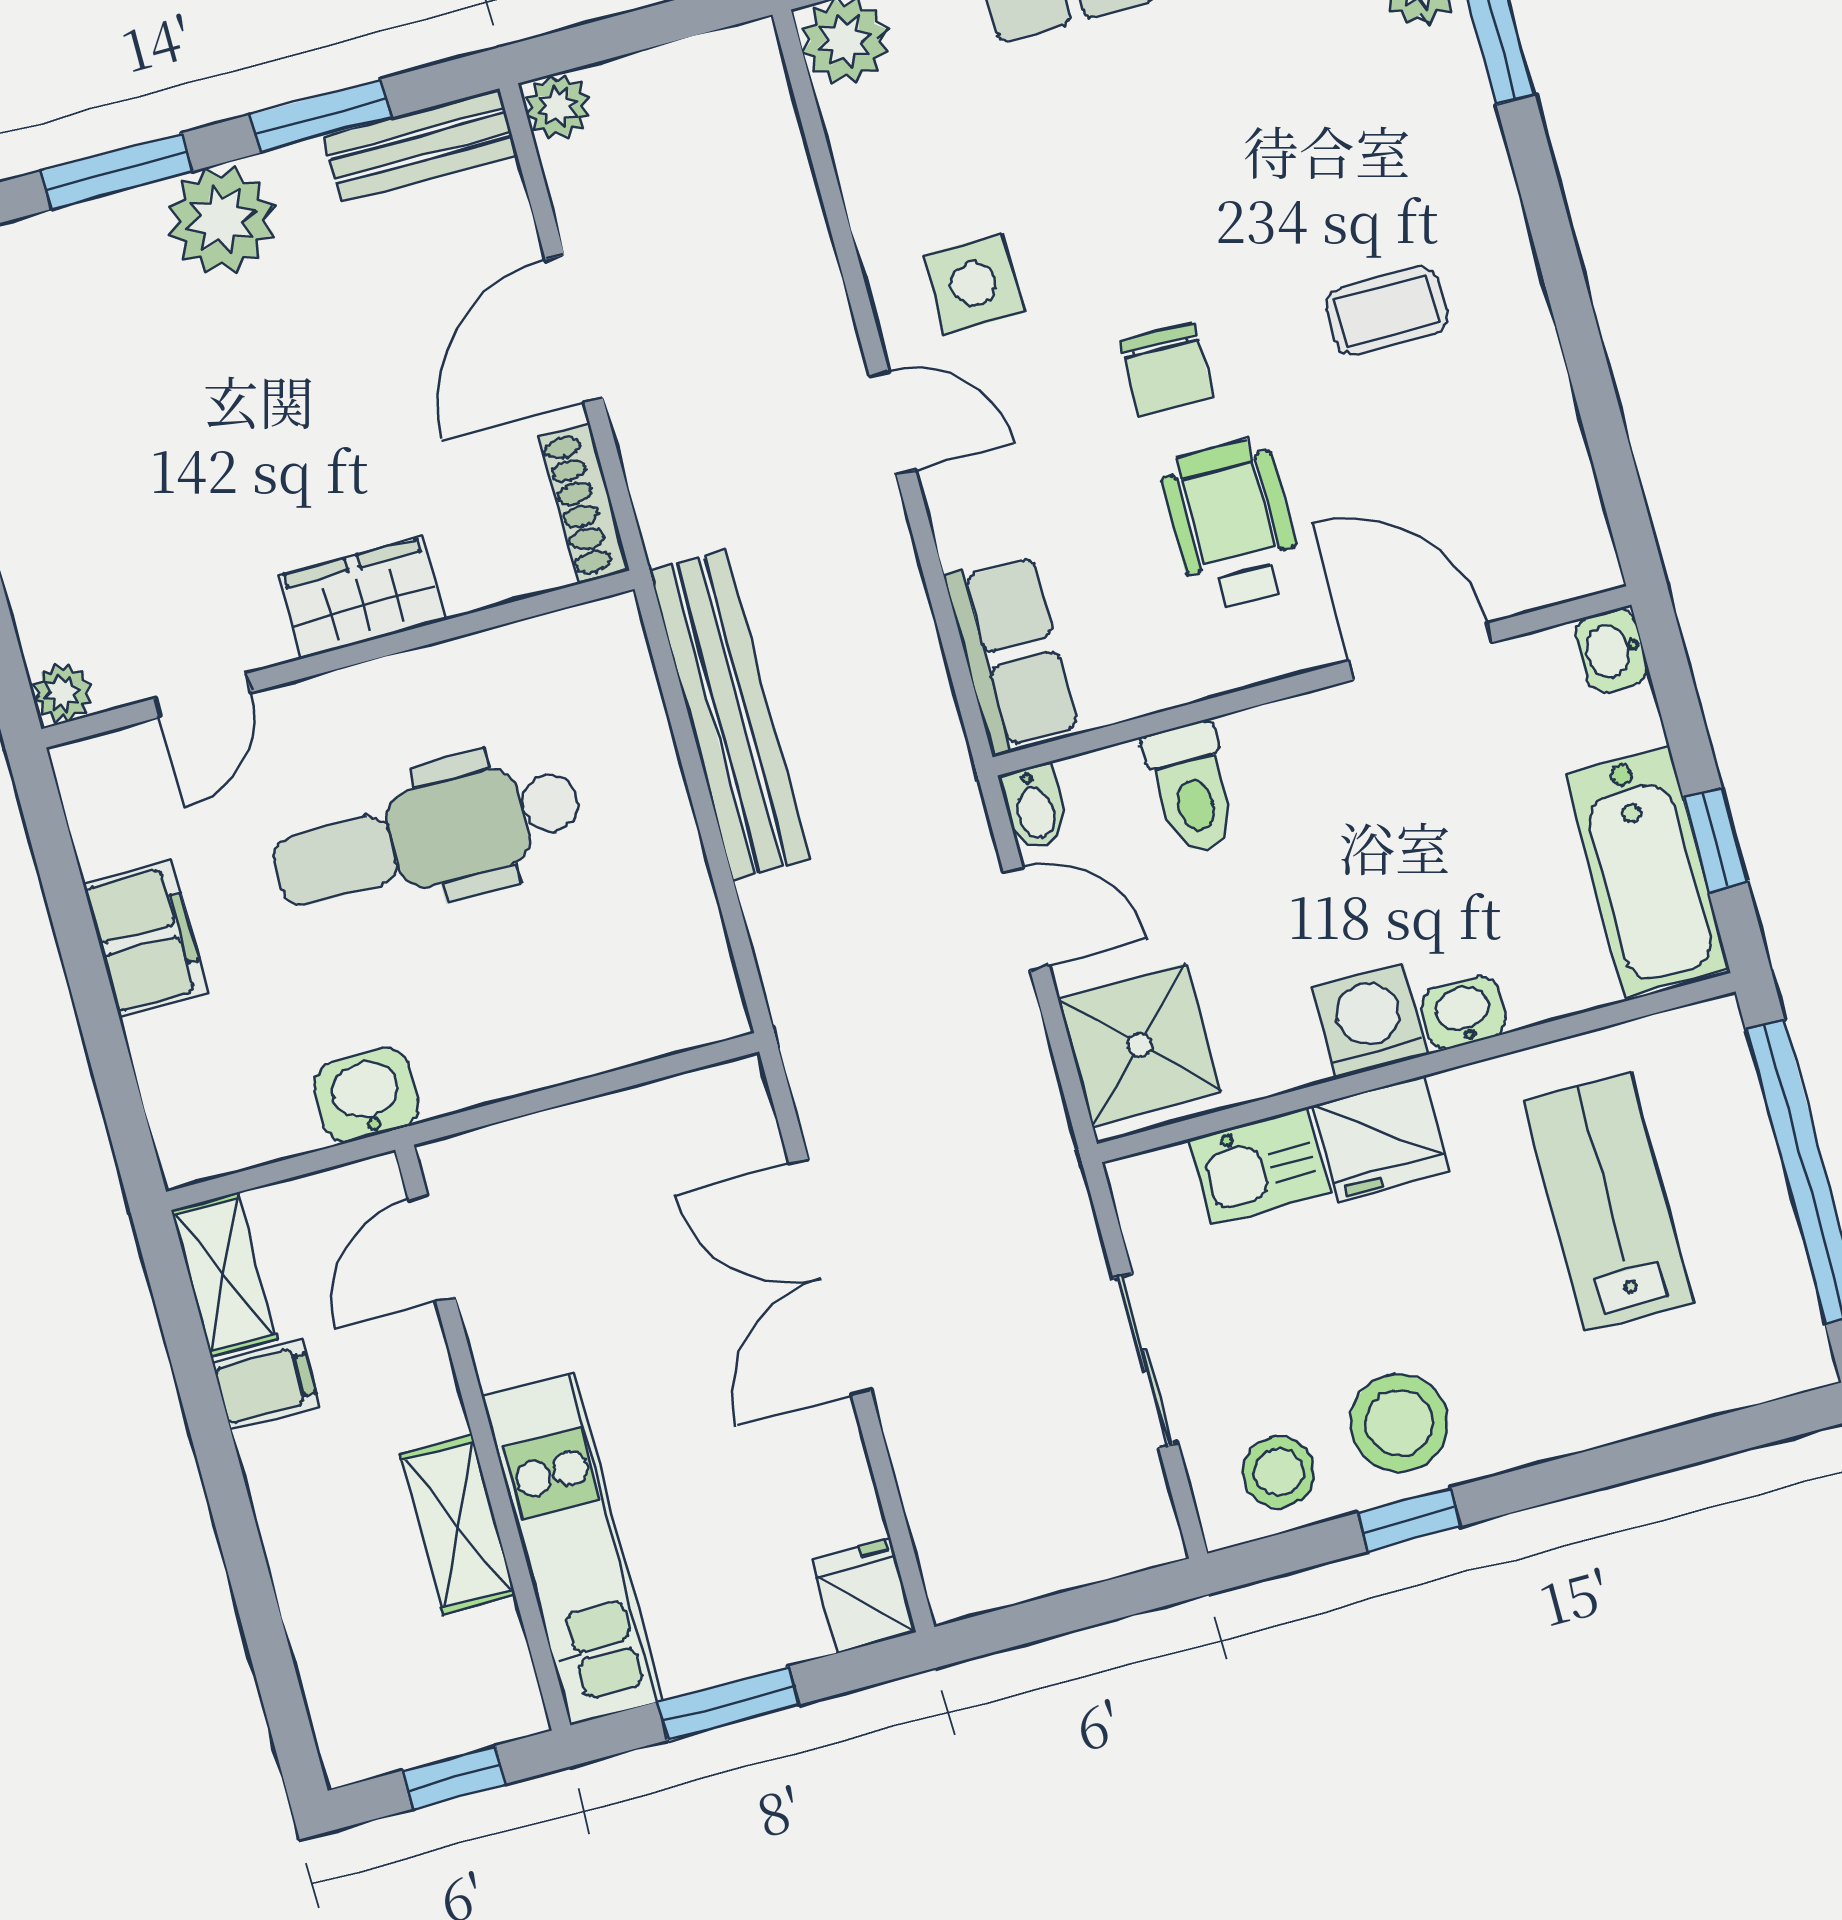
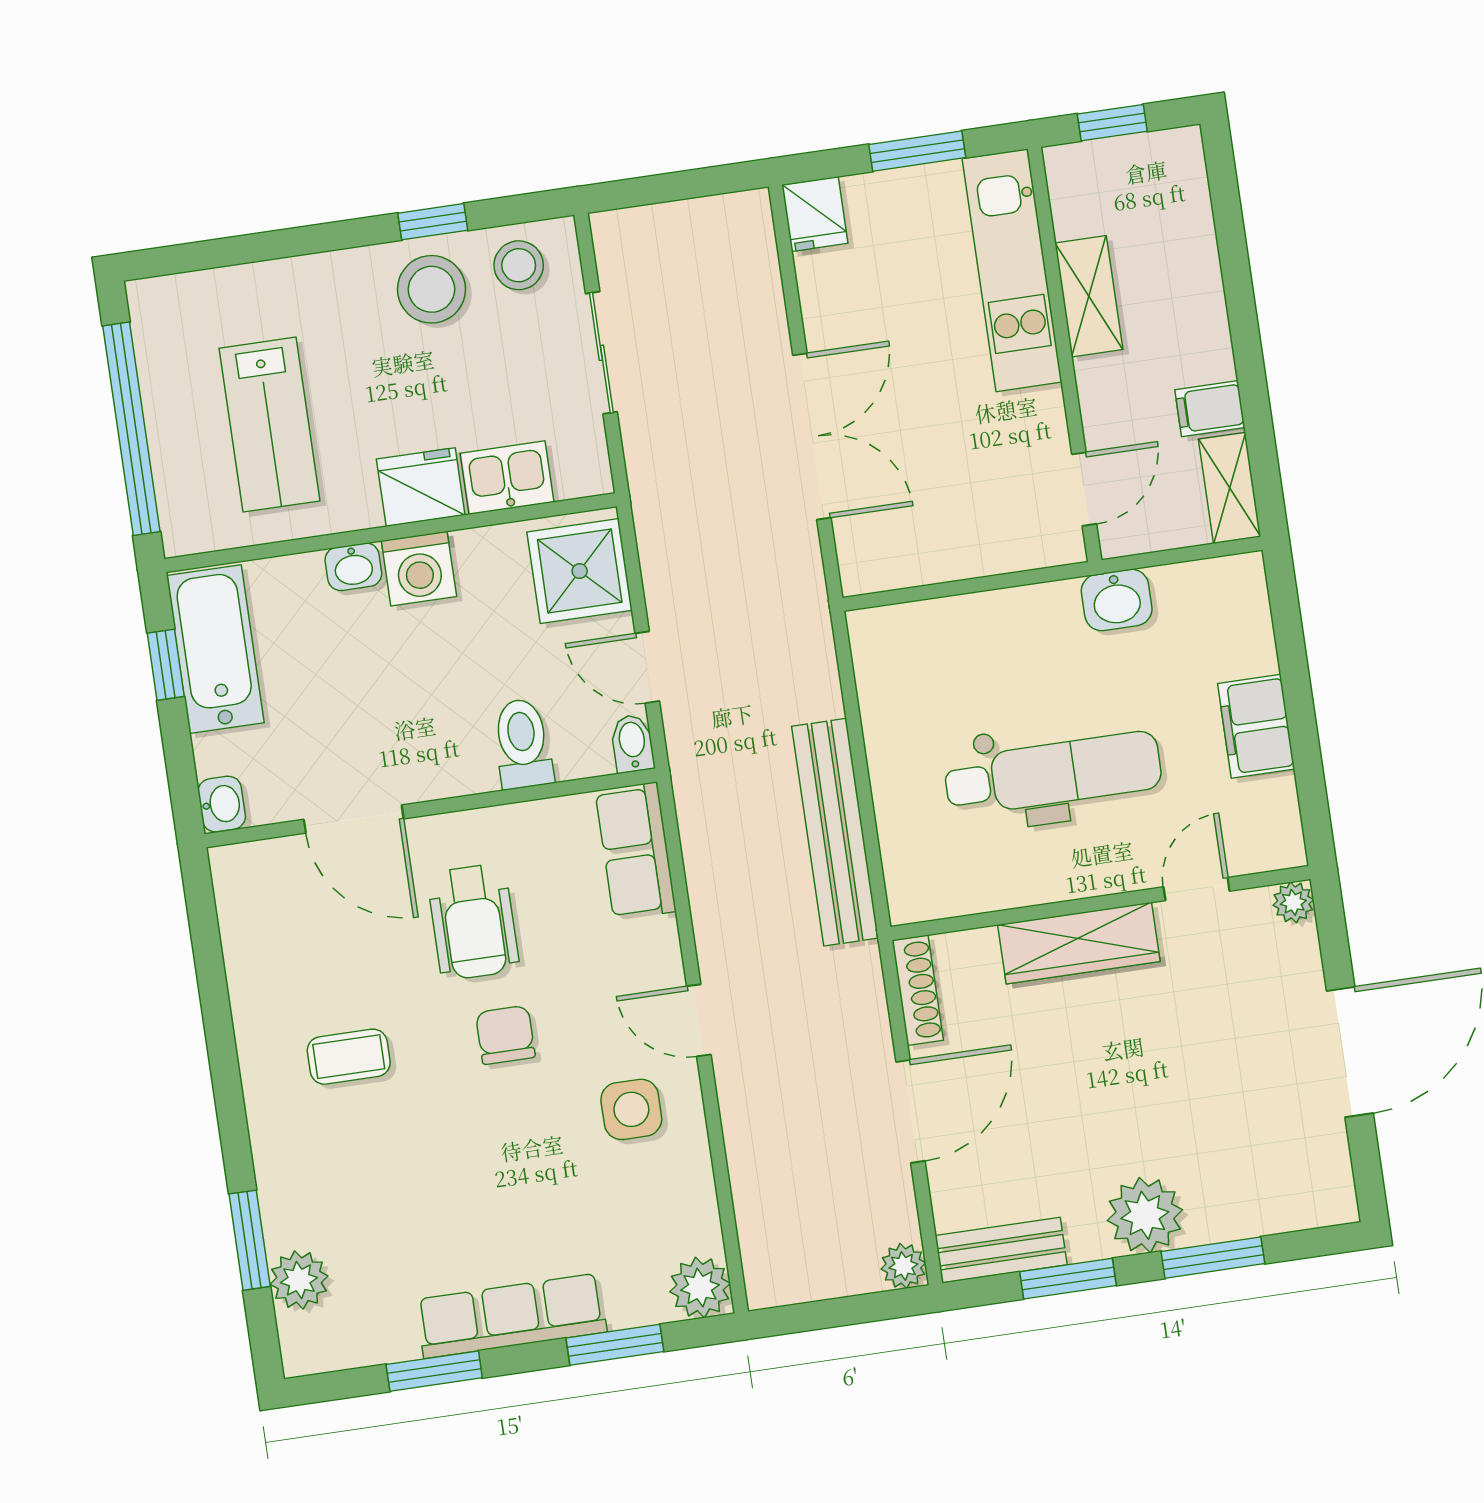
wardrobe: (362, 598) -> (1079, 943), width x1.50

